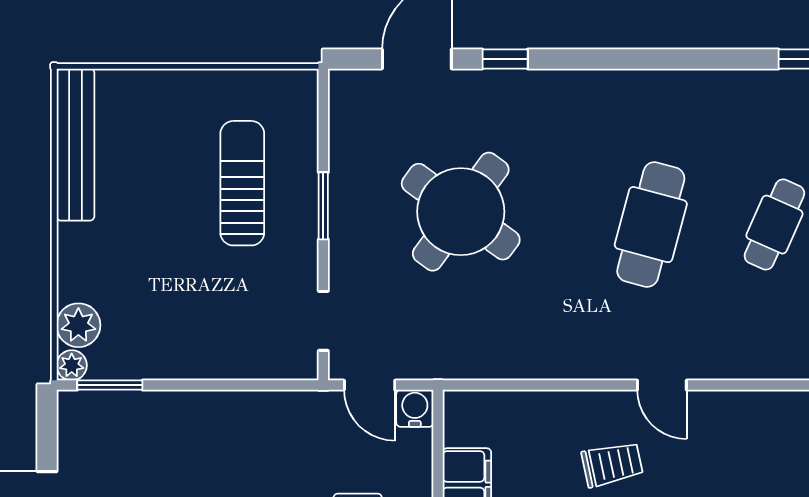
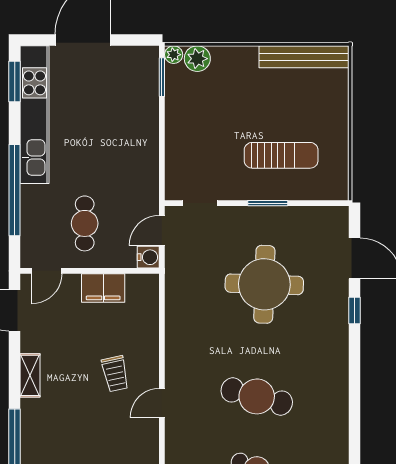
round table: (461, 212) -> (264, 284), turned -34

